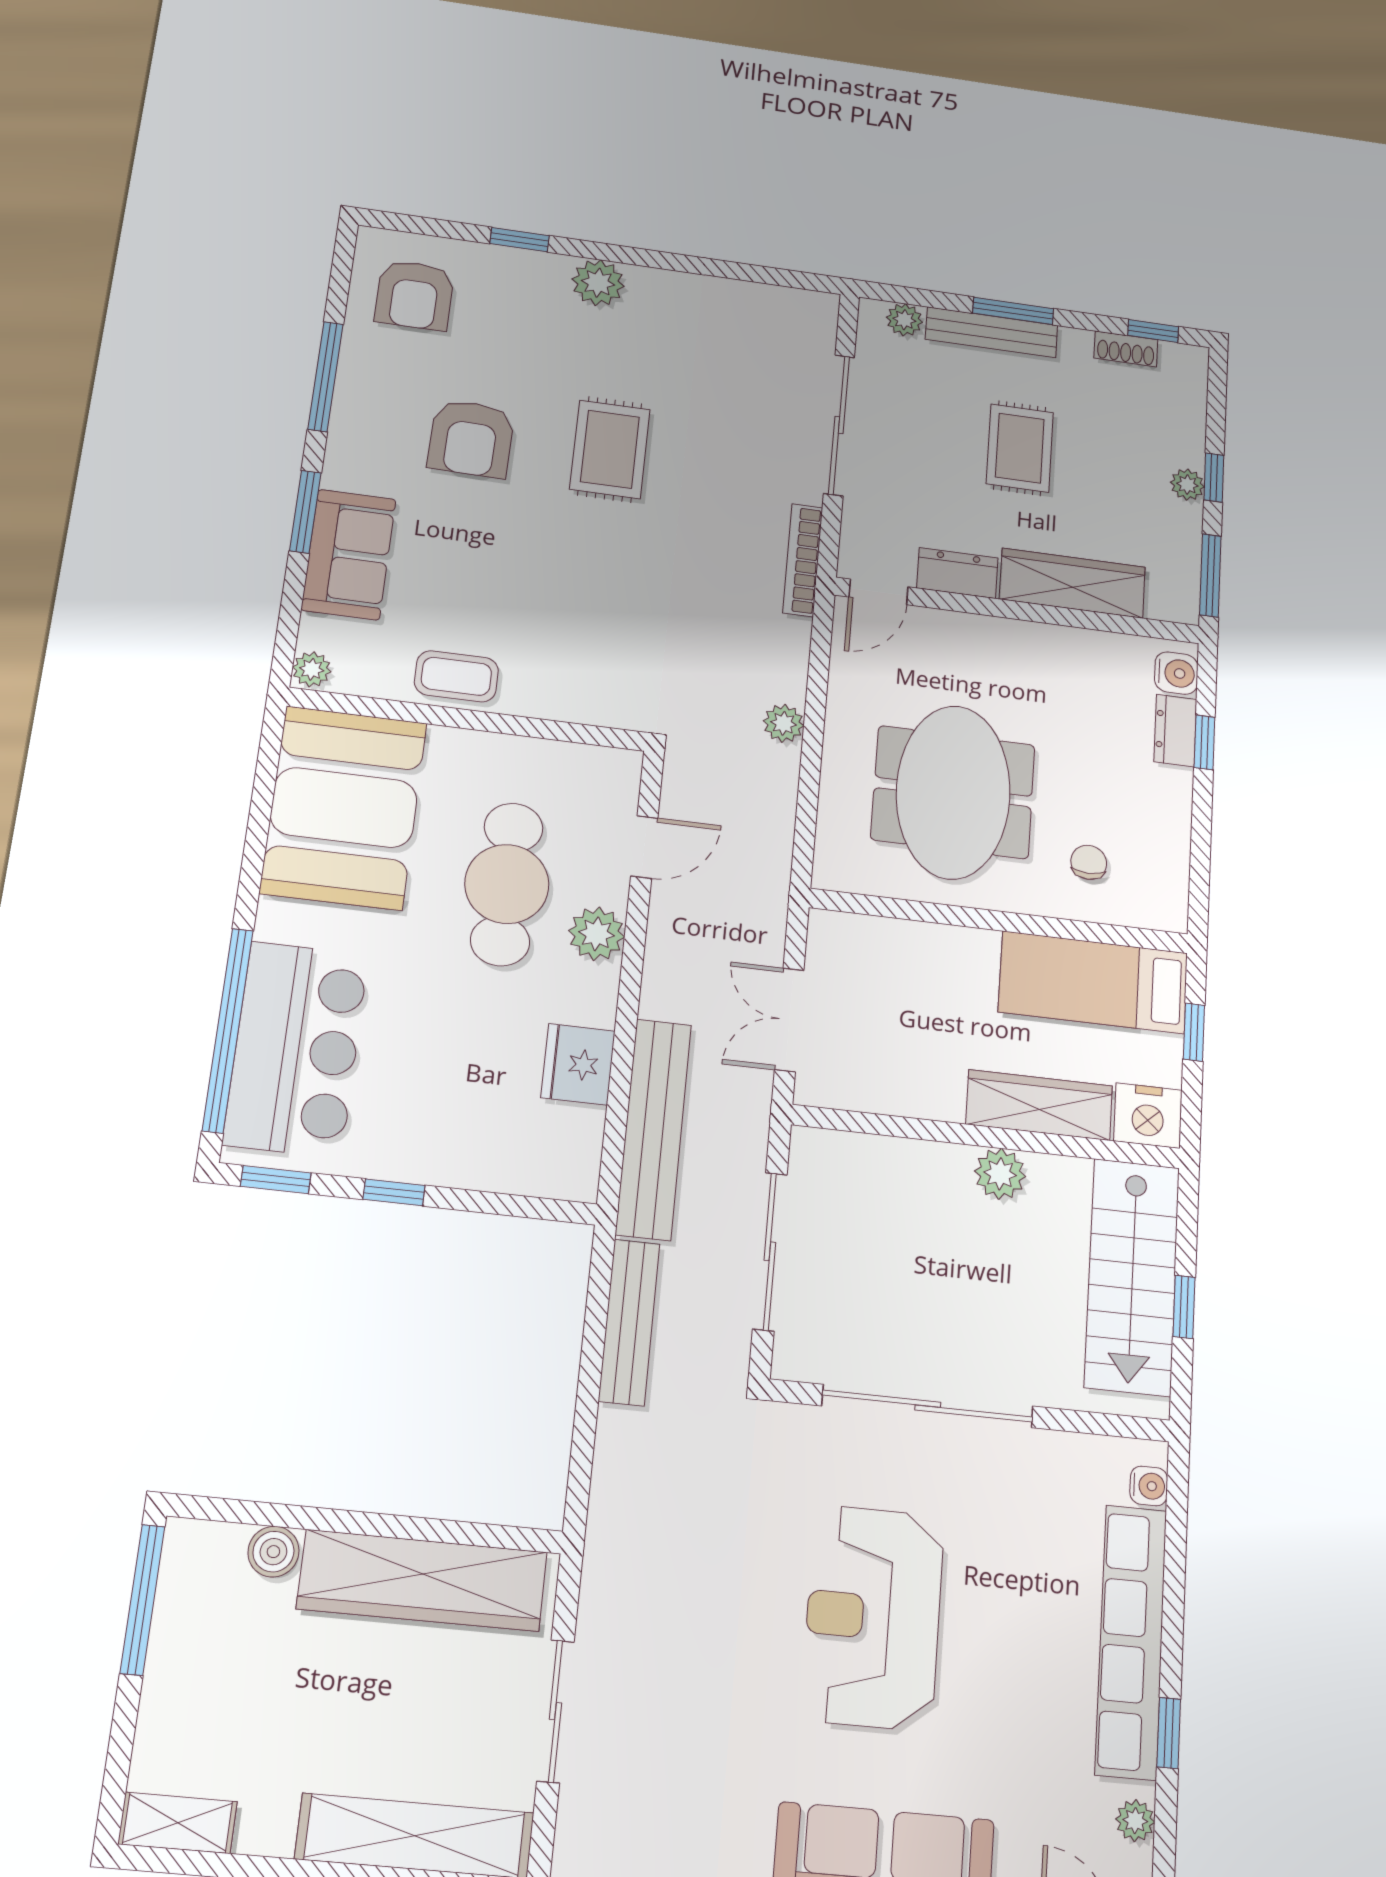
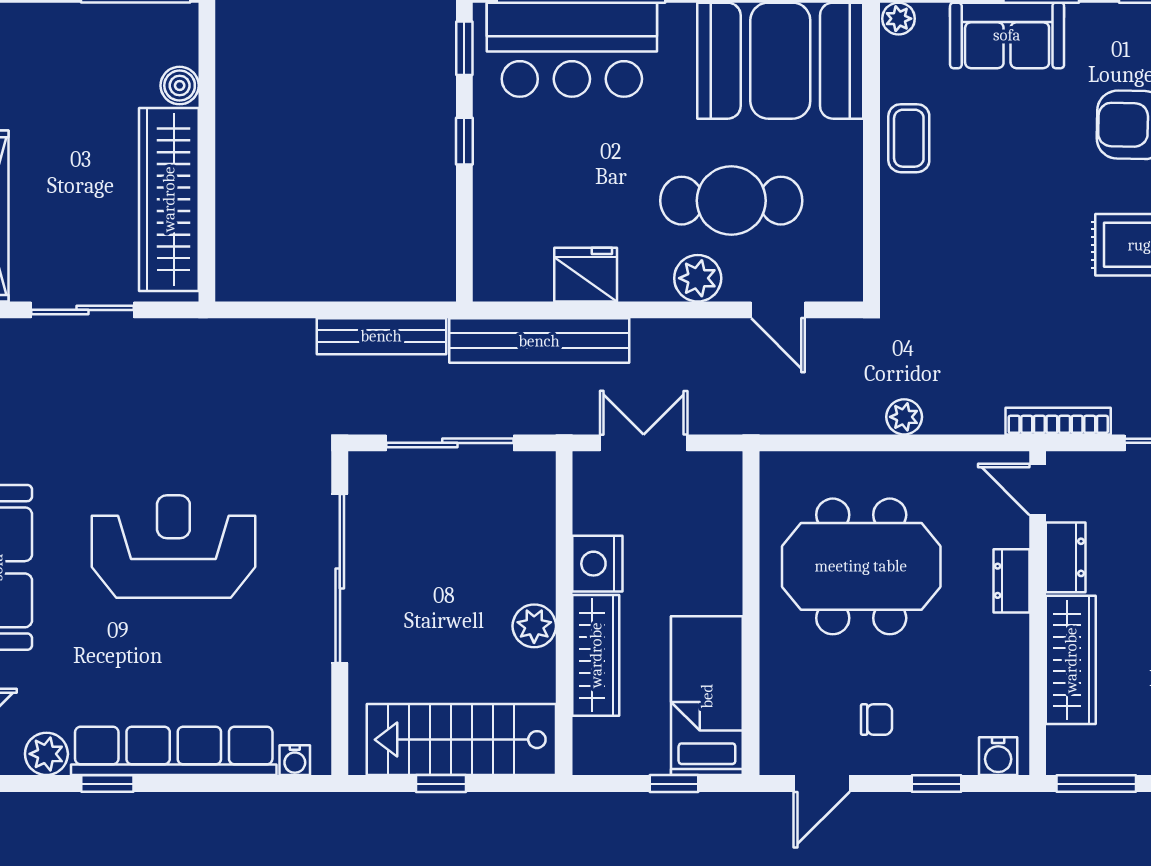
dresser: (1175, 731) -> (1012, 581), moved, turned -90
chair: (1089, 862) -> (876, 719), moved
door: (1200, 867) -> (822, 784), added
nightstand: (1148, 1116) -> (597, 564), moved
plant: (1135, 1821) -> (46, 754), width x1.38, depth x1.38

